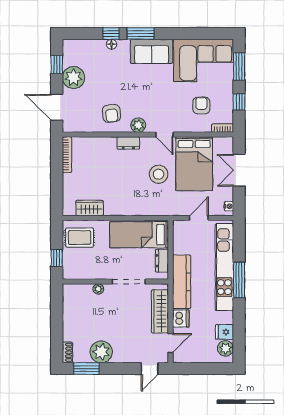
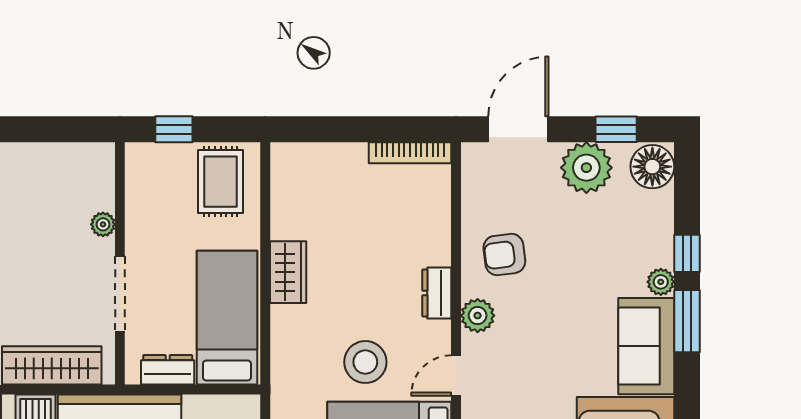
floor lamp: (111, 44) -> (652, 167), moved, width x1.89, depth x1.89
plant: (123, 45) -> (661, 282), added
wardrobe: (90, 208) -> (288, 272), moved

